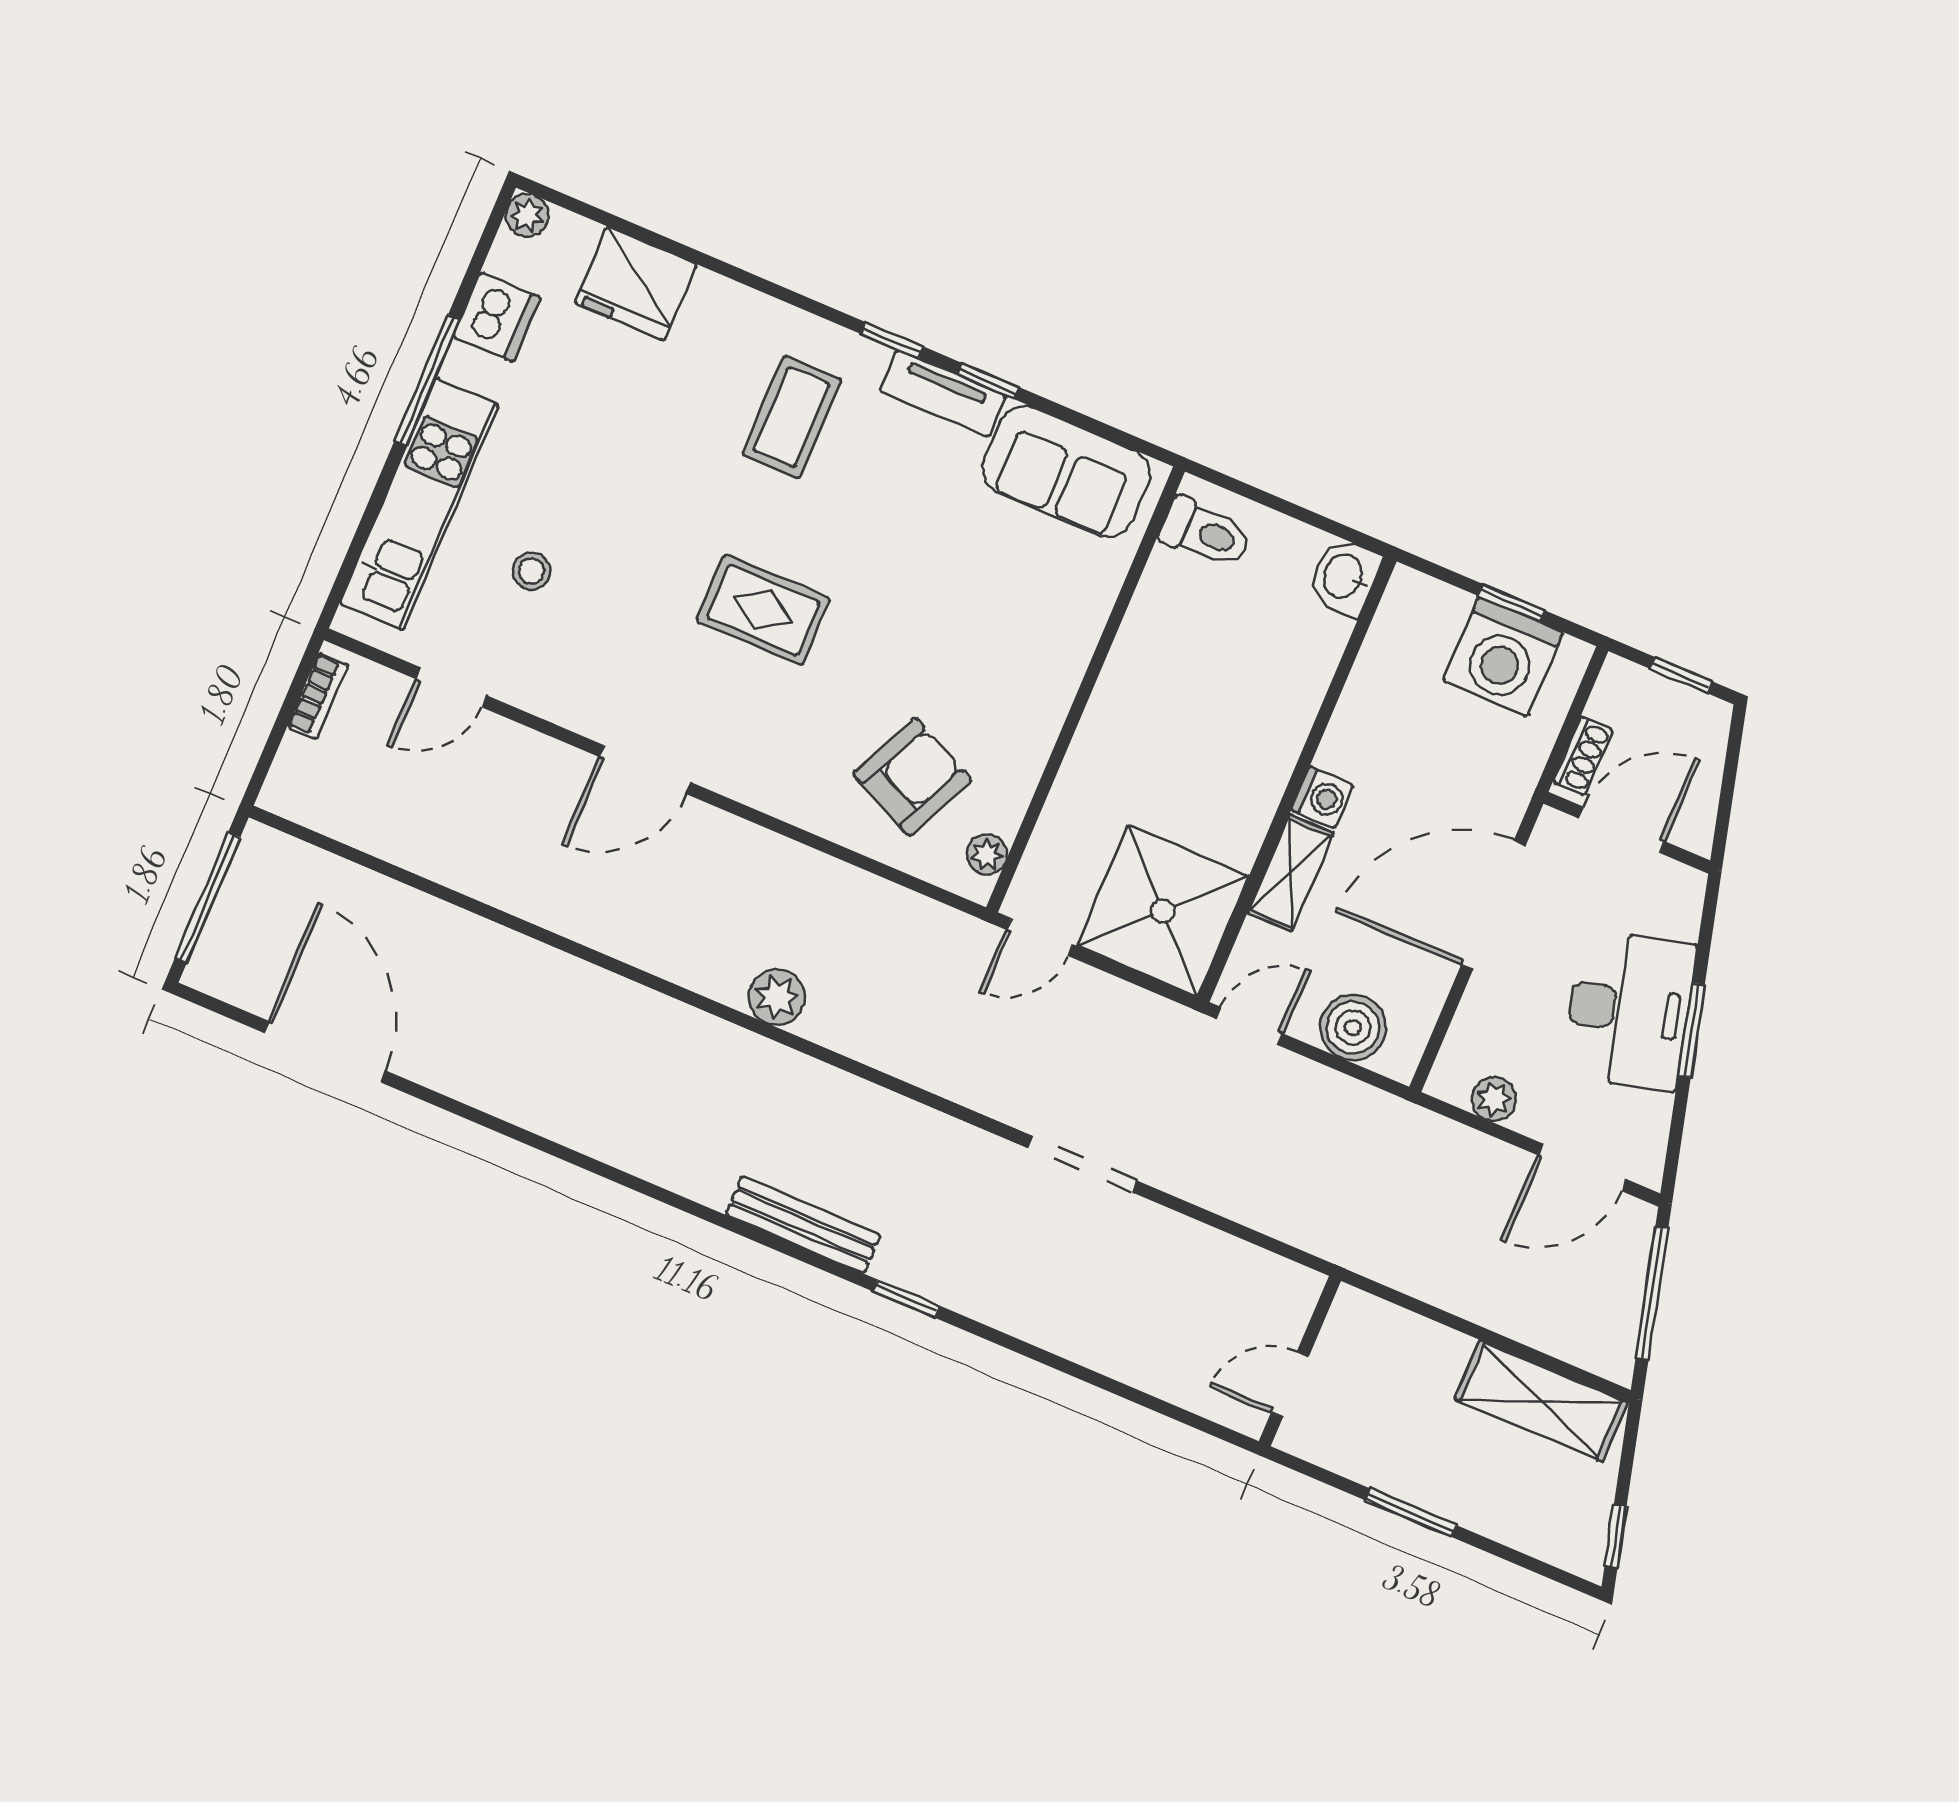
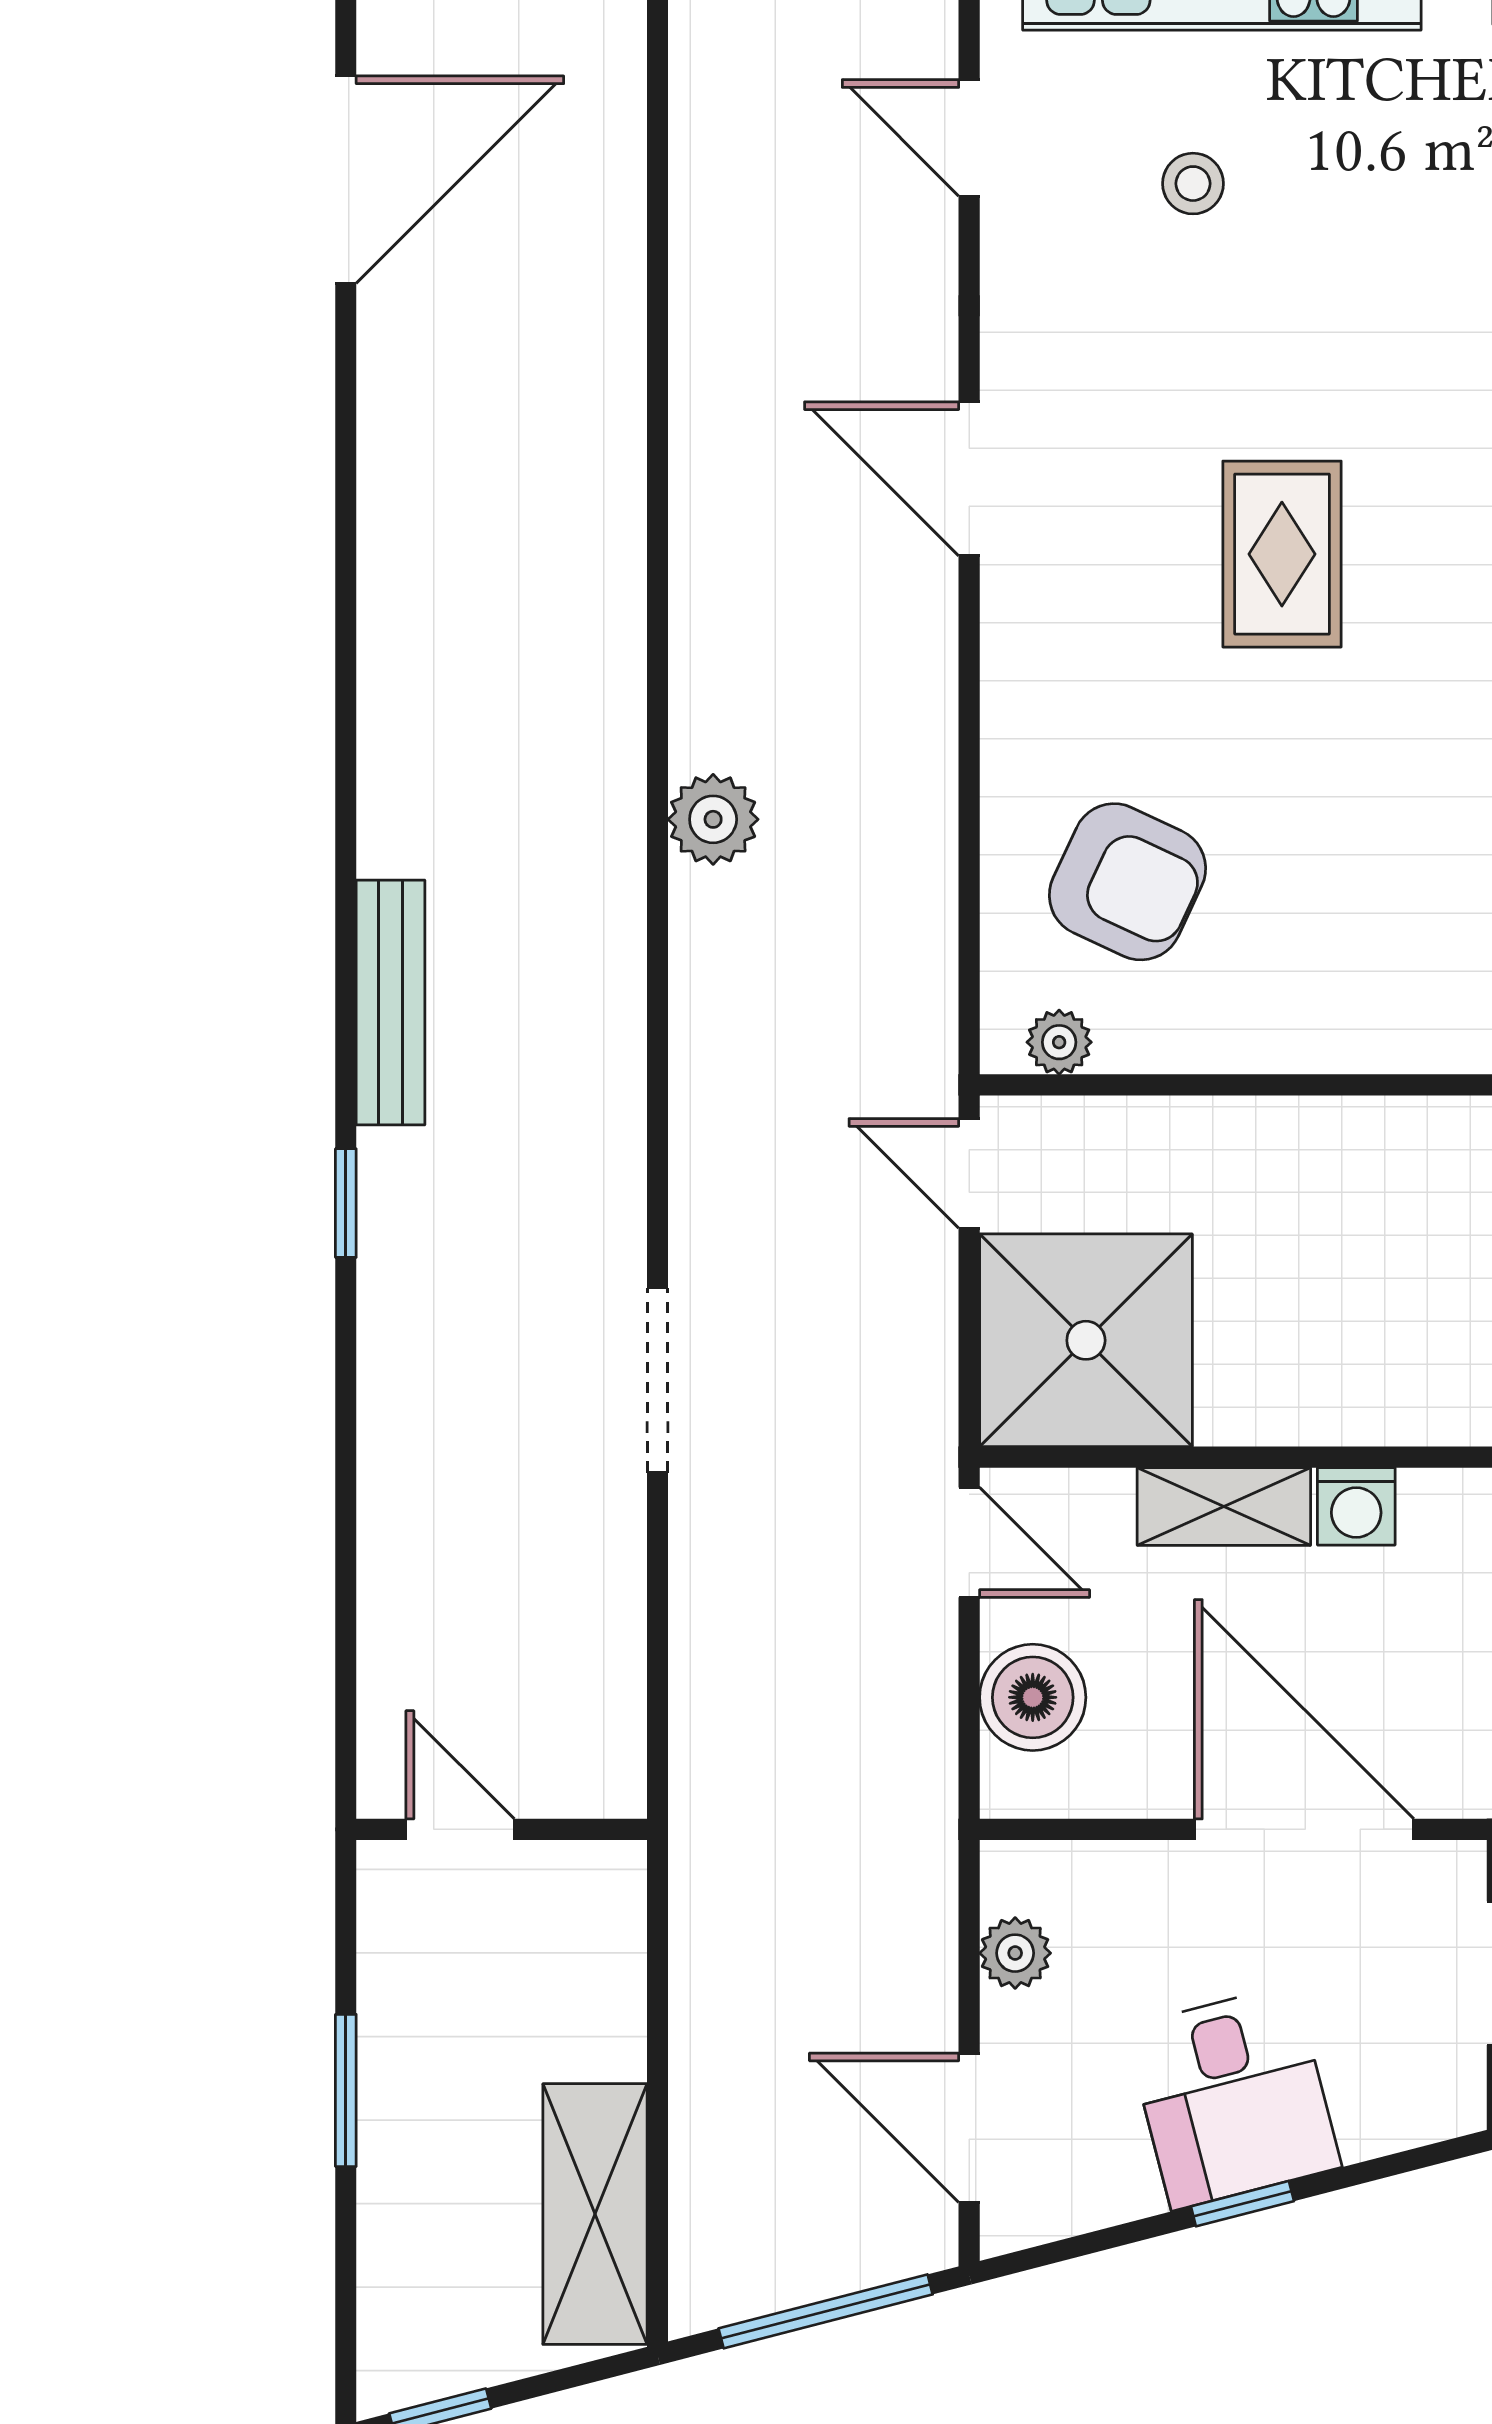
desk: (1628, 1010) -> (1233, 2097), width x0.73
window: (1691, 1030) -> (1242, 2204), width x0.67

